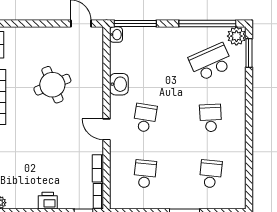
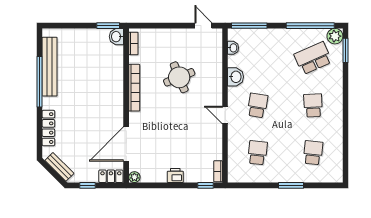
washbasin: (116, 35) -> (233, 48), moved
bookcase: (98, 168) -> (218, 148), removed

